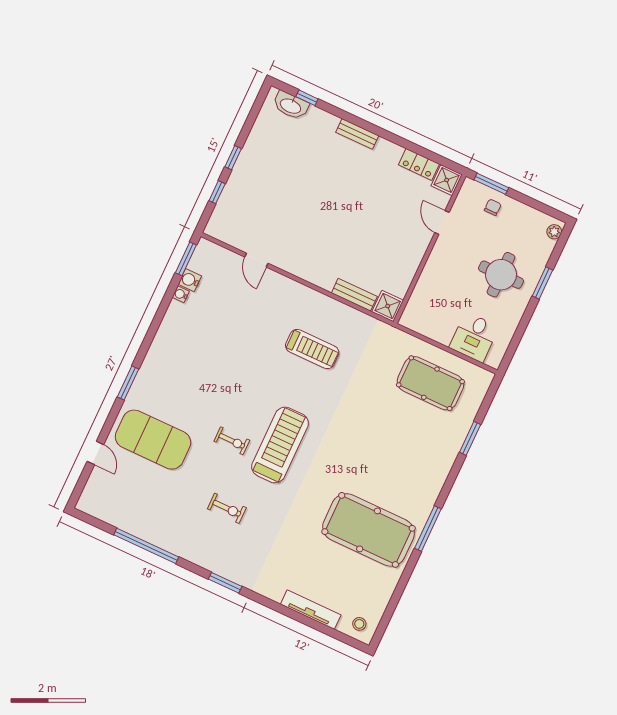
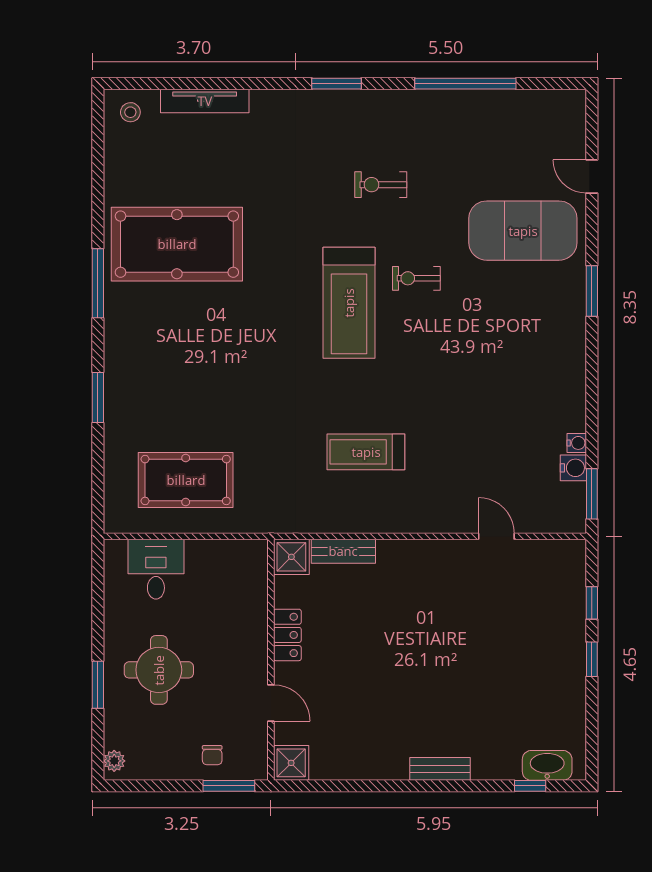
locker: (419, 164) -> (287, 635), moved, turned 90
window: (470, 438) -> (98, 397), moved

